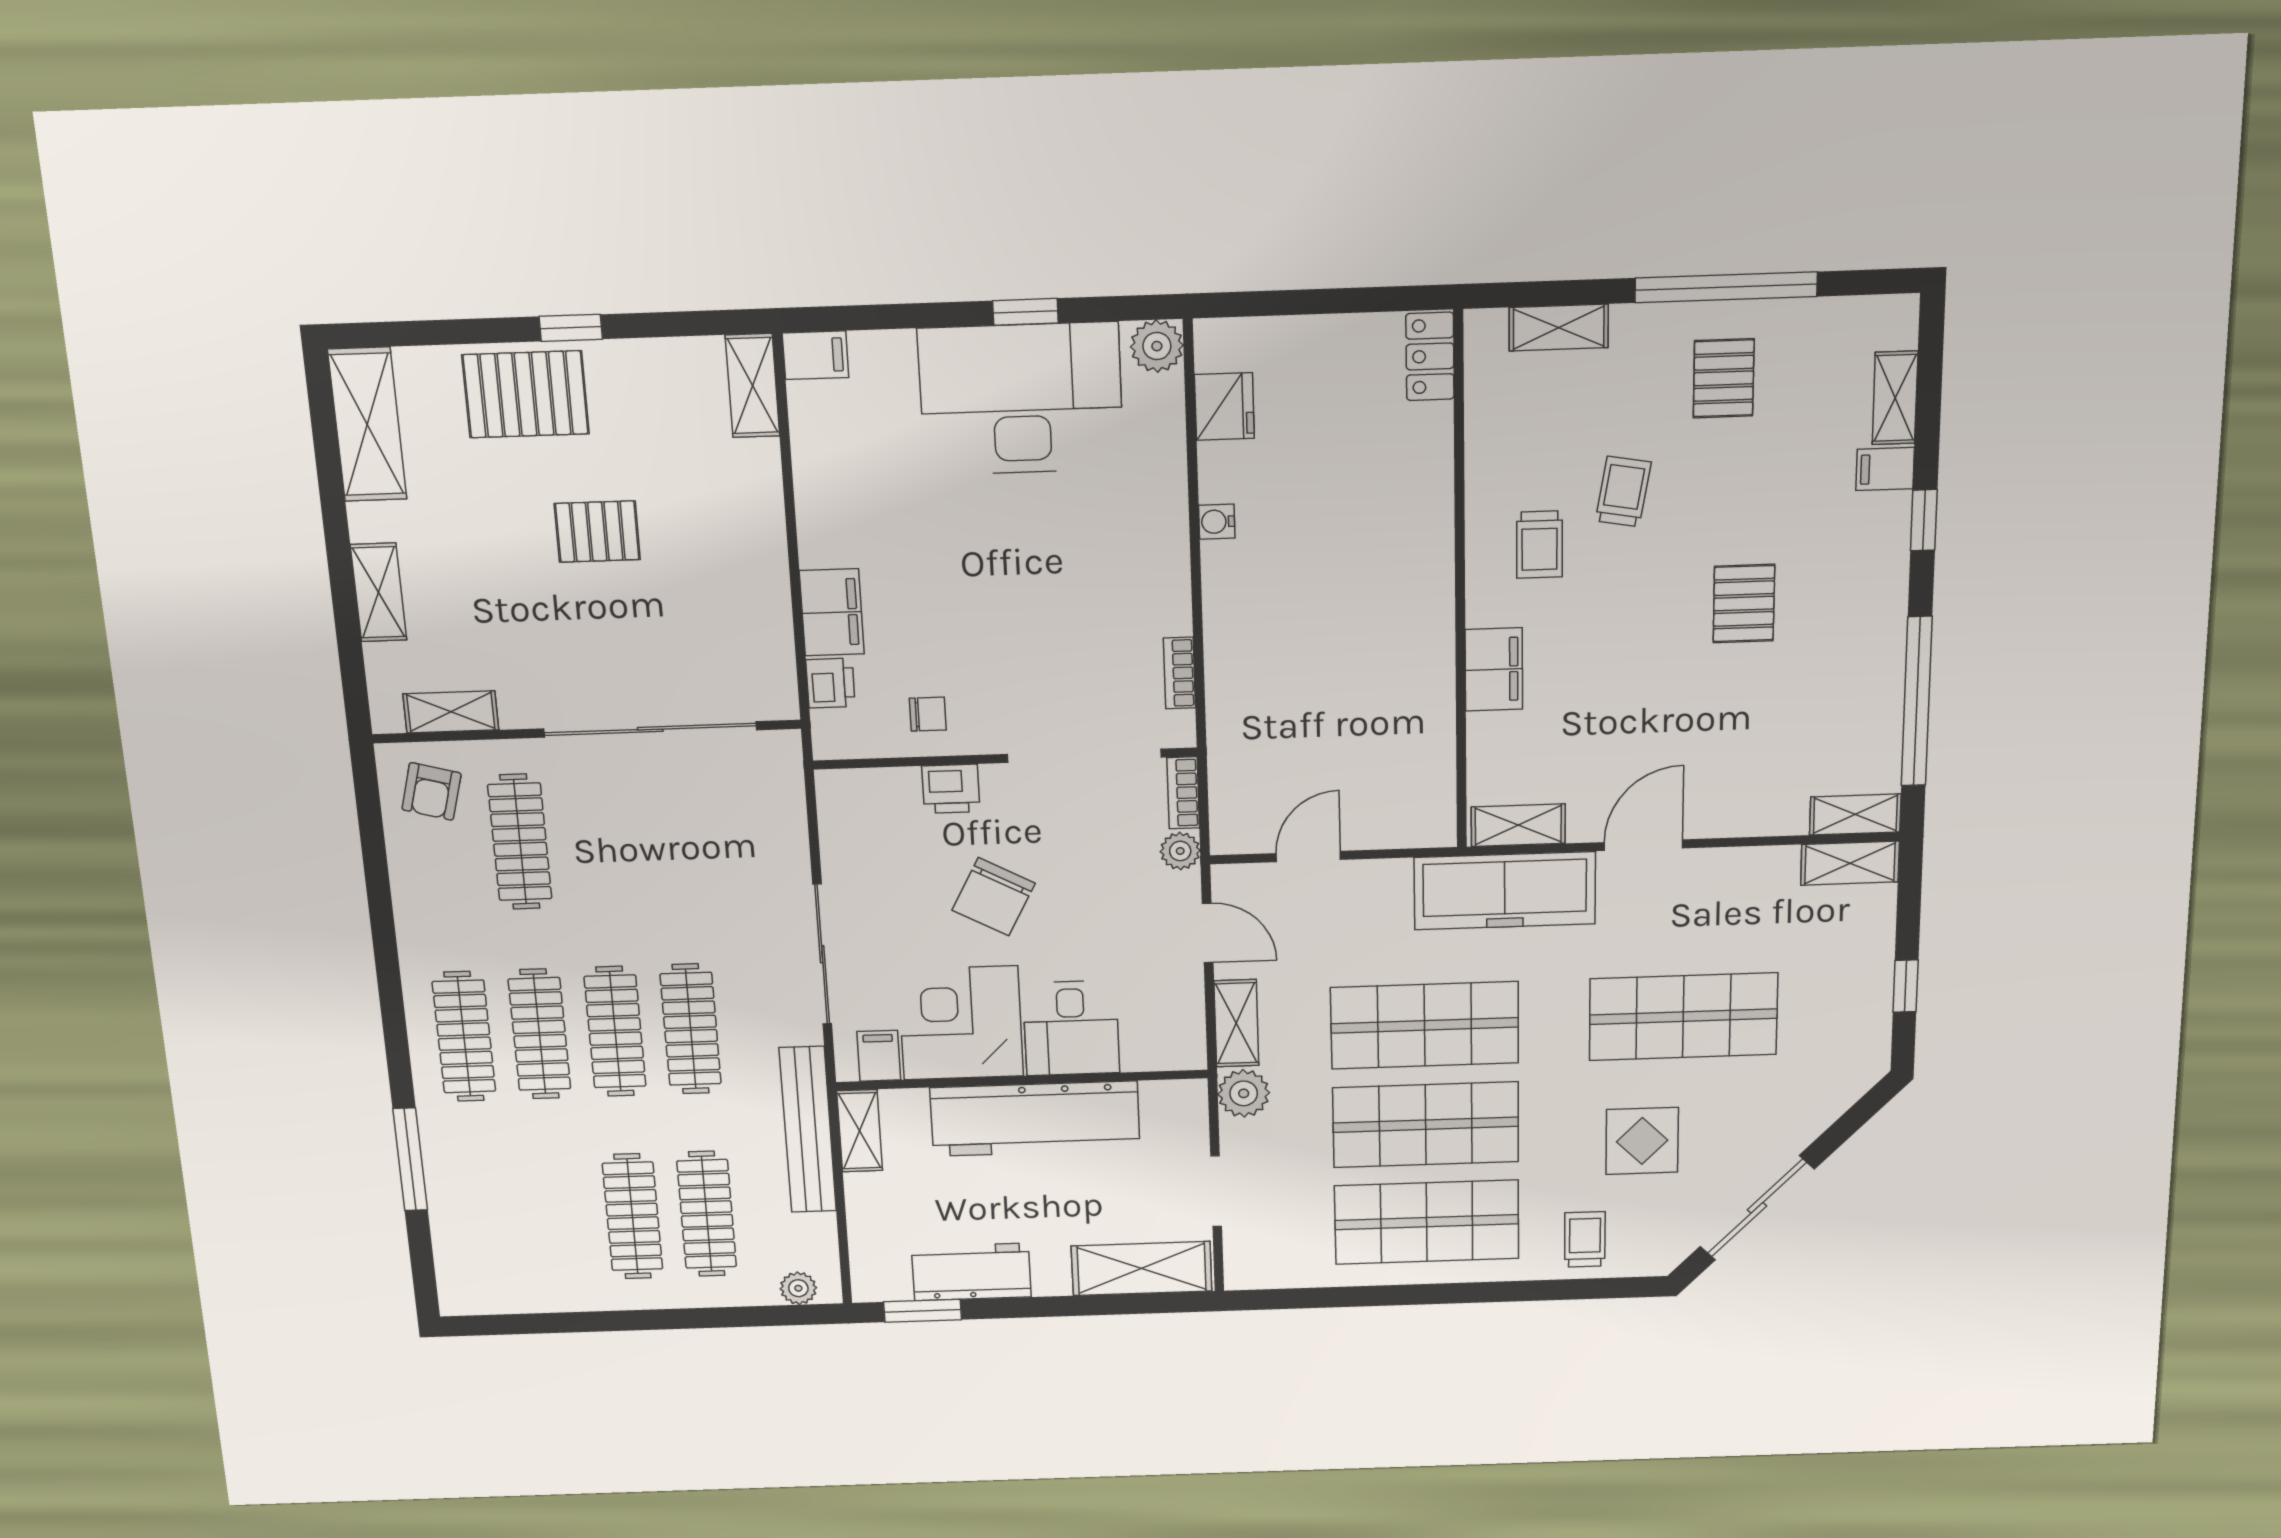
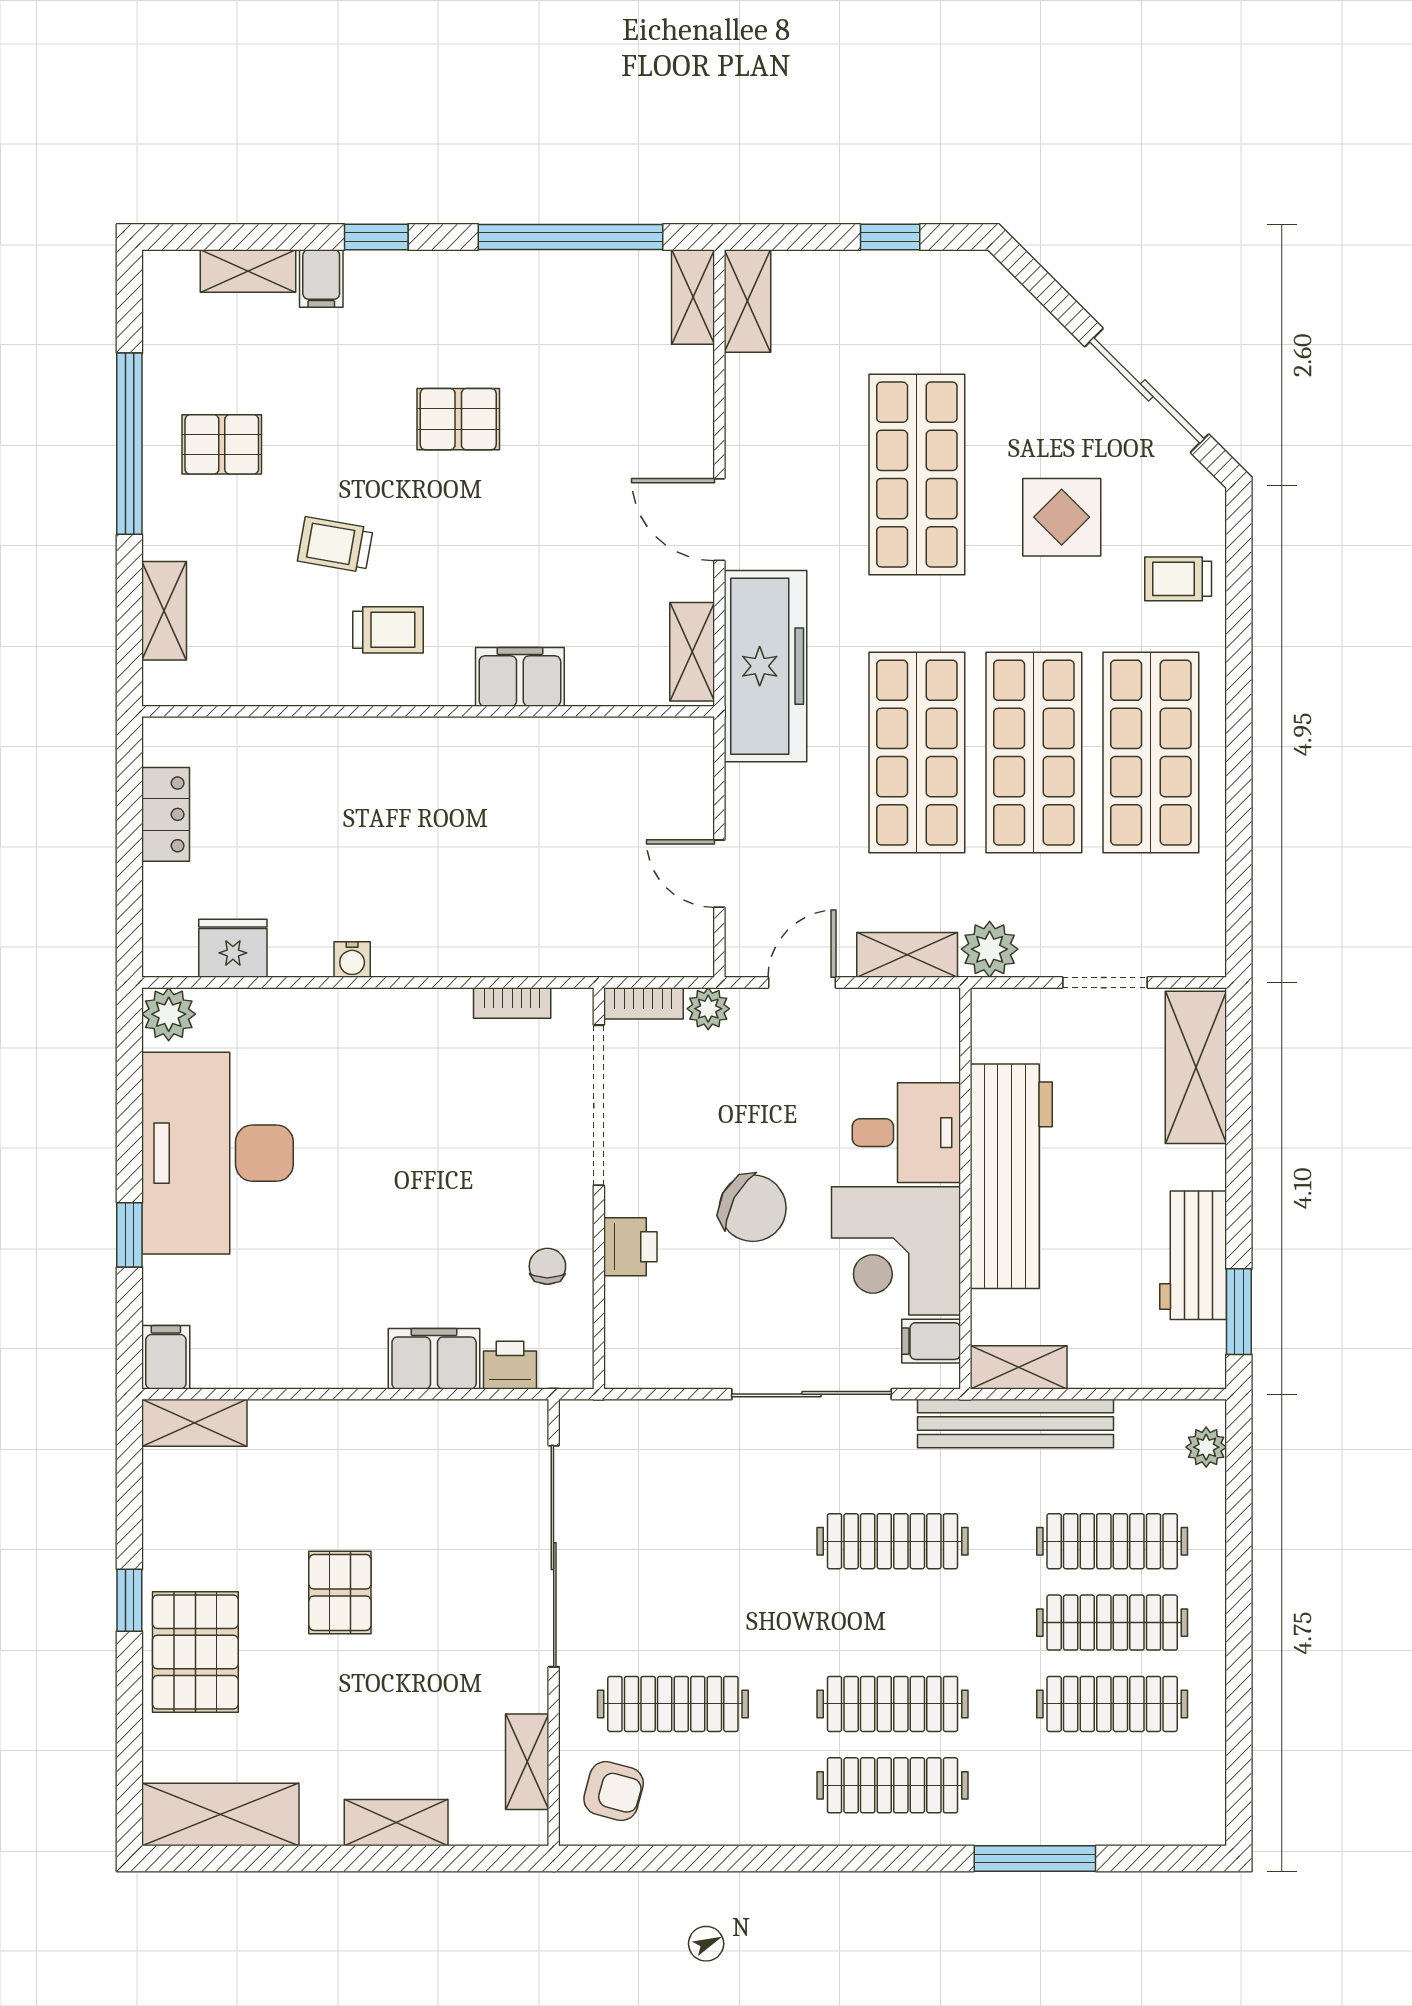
window: (1025, 312) -> (129, 1235), moved
locker: (1430, 356) -> (166, 814), moved, turned -90
clothes rail: (615, 1032) -> (1112, 1704), moved

